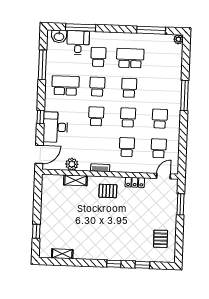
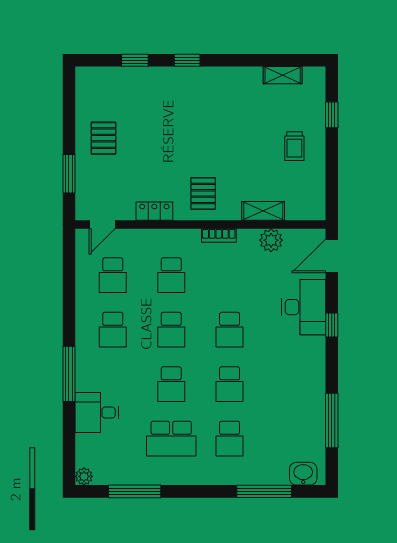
desk: (78, 43) -> (97, 413), moved, turned 90
school desk: (65, 85) -> (288, 384), removed
pallet: (108, 191) -> (203, 193), turned 90
trolley: (57, 215) -> (294, 146), added
pallet: (161, 239) -> (104, 138), moved

